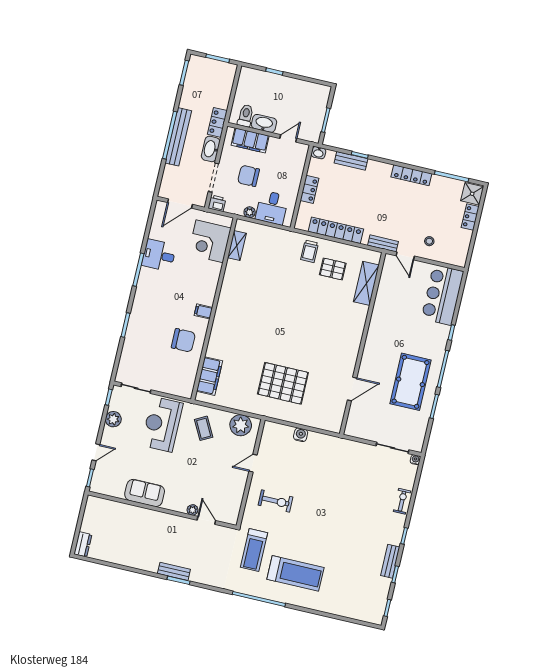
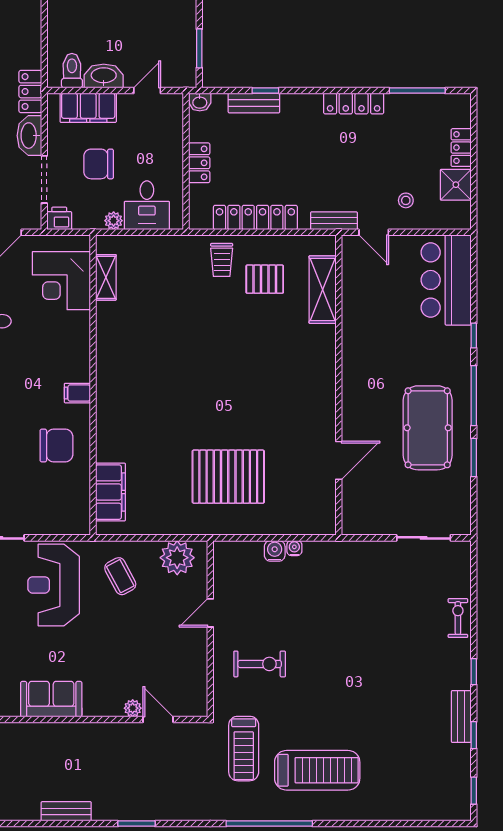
shower: (472, 194) -> (456, 185), moved
water cooler: (415, 460) -> (294, 548), moved
bench: (174, 571) -> (66, 811), moved

